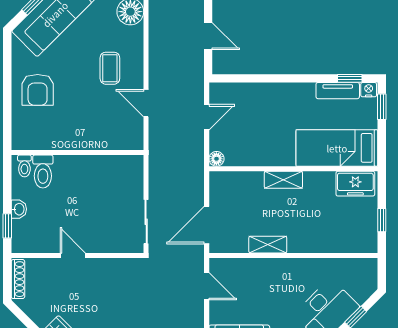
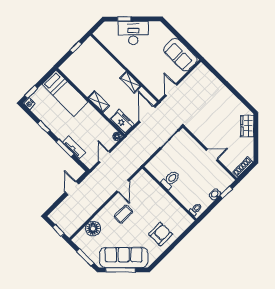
window: (268, 78) -> (65, 148), added
window: (350, 78) -> (44, 127), moved
tv unit: (338, 91) -> (74, 147), moved
door: (207, 117) -> (104, 157), hinge flipped
toilet: (43, 172) -> (171, 180), moved
freezer: (355, 184) -> (122, 122), moved
door: (207, 225) -> (147, 114), swing flipped
door: (73, 255) -> (212, 155), swing flipped

